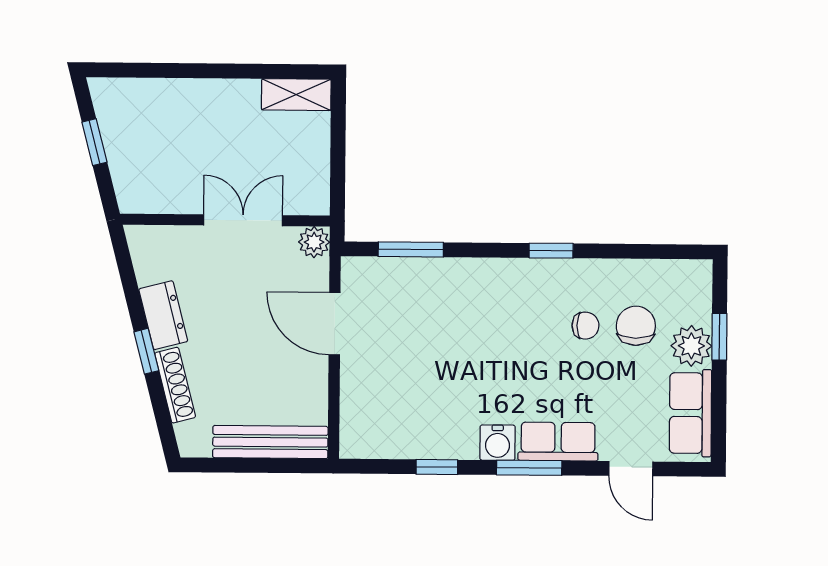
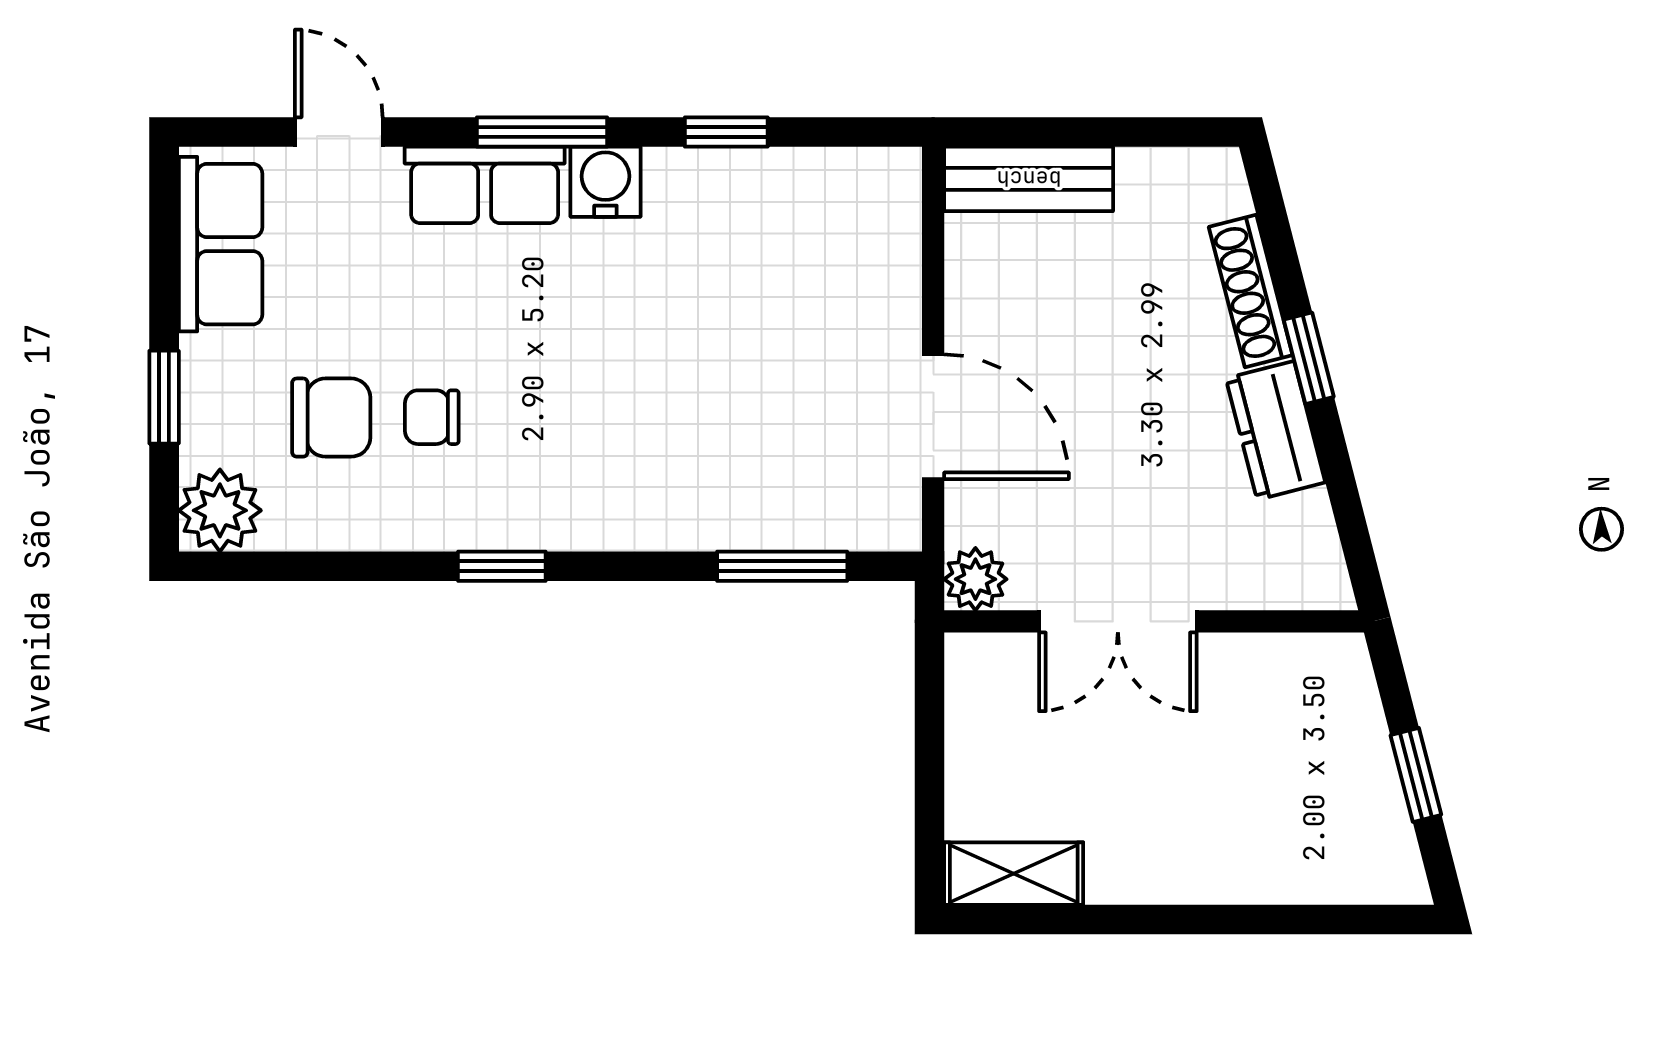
chair: (636, 326) -> (331, 418), turned -90
plant: (691, 346) -> (220, 510), moved
bench: (270, 442) -> (1029, 179), width x0.73

